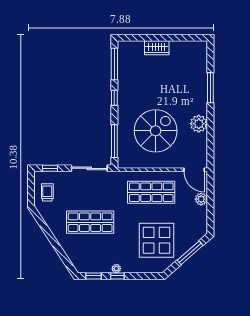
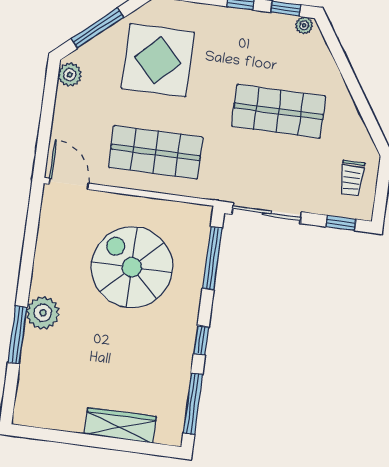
wardrobe: (157, 48) -> (120, 425), width x1.50
plant: (199, 124) -> (43, 313), moved
spiral stairs: (156, 131) -> (132, 267), turned 90
plant: (201, 199) -> (70, 75), moved
plant: (116, 269) -> (304, 25), moved

